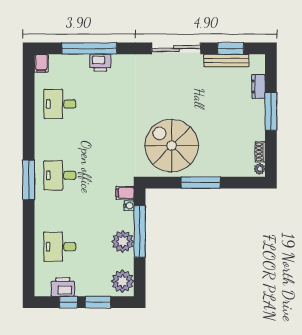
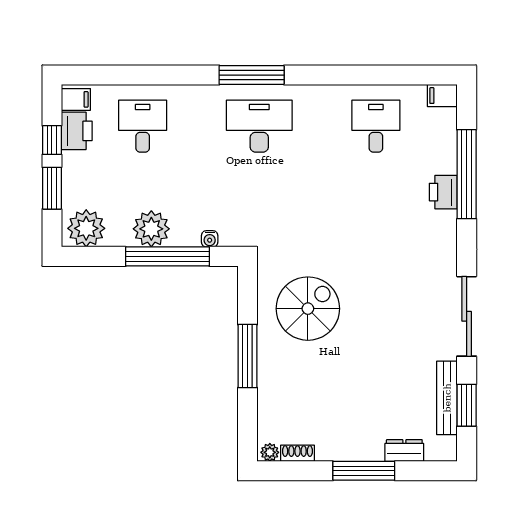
spiral stairs: (172, 146) -> (308, 309), width x0.73, depth x0.73
desk: (60, 175) -> (259, 126), width x1.37
filing cabinet: (125, 193) -> (76, 99), moved, turned 90

